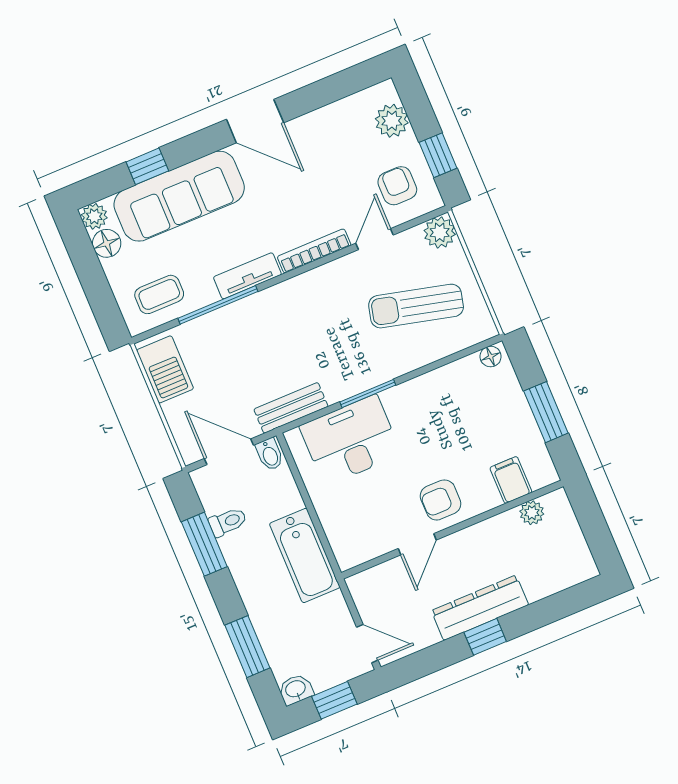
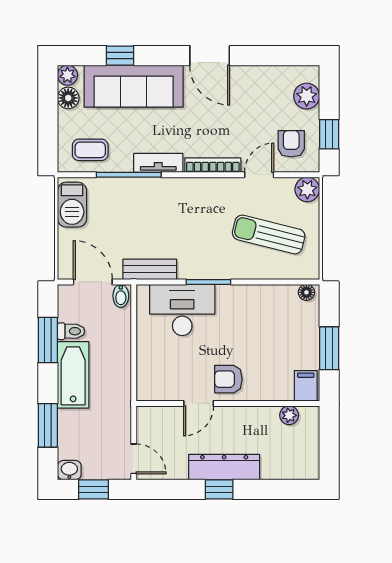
filing cabinet: (511, 480) -> (306, 386), moved
bathtub: (305, 555) -> (73, 375), moved, turned 180

